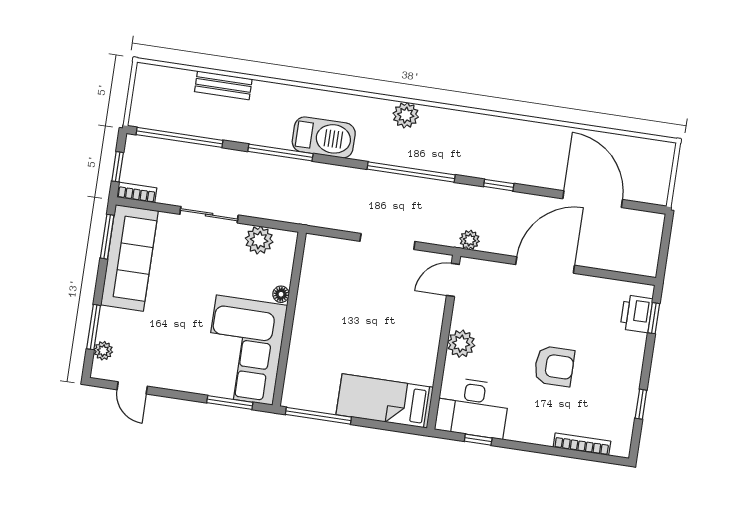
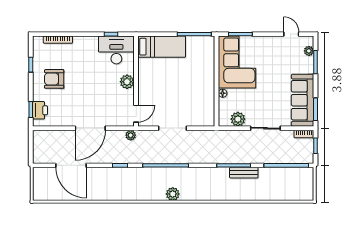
bench: (223, 85) -> (244, 173), moved
barbecue: (324, 137) -> (213, 176), removed
armchair: (554, 366) -> (54, 79), moved

